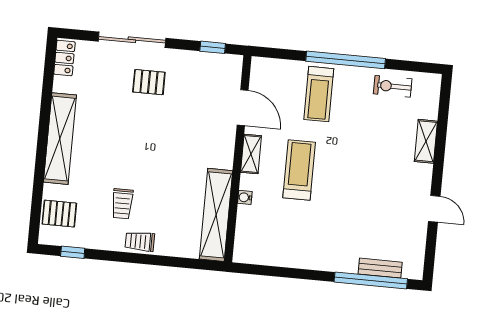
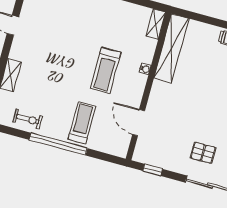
shelving: (251, 154) -> (156, 24), moved
water cooler: (245, 197) -> (145, 69), moved

